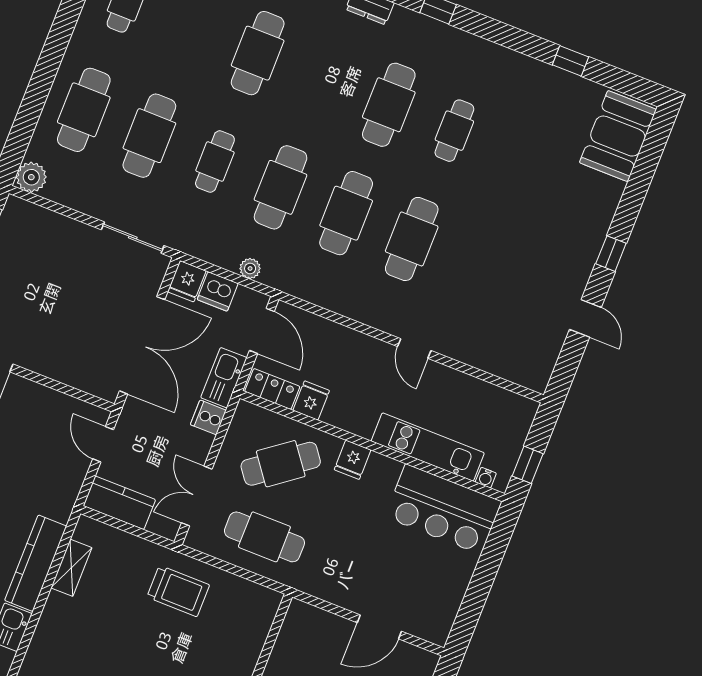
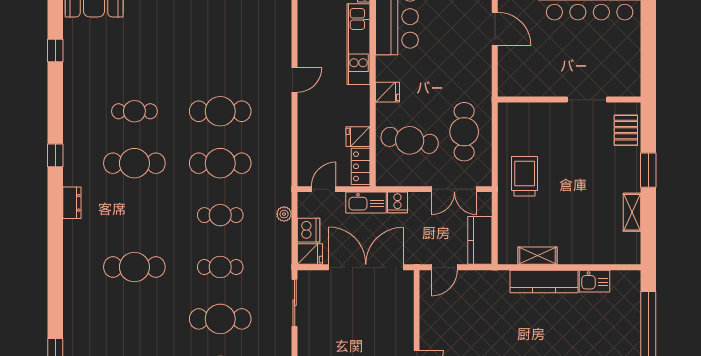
cafe table: (281, 187) -> (220, 215), width x0.73, depth x0.74
door: (262, 331) -> (324, 189), width x0.73
cafe table: (281, 464) -> (410, 140), turned -43

